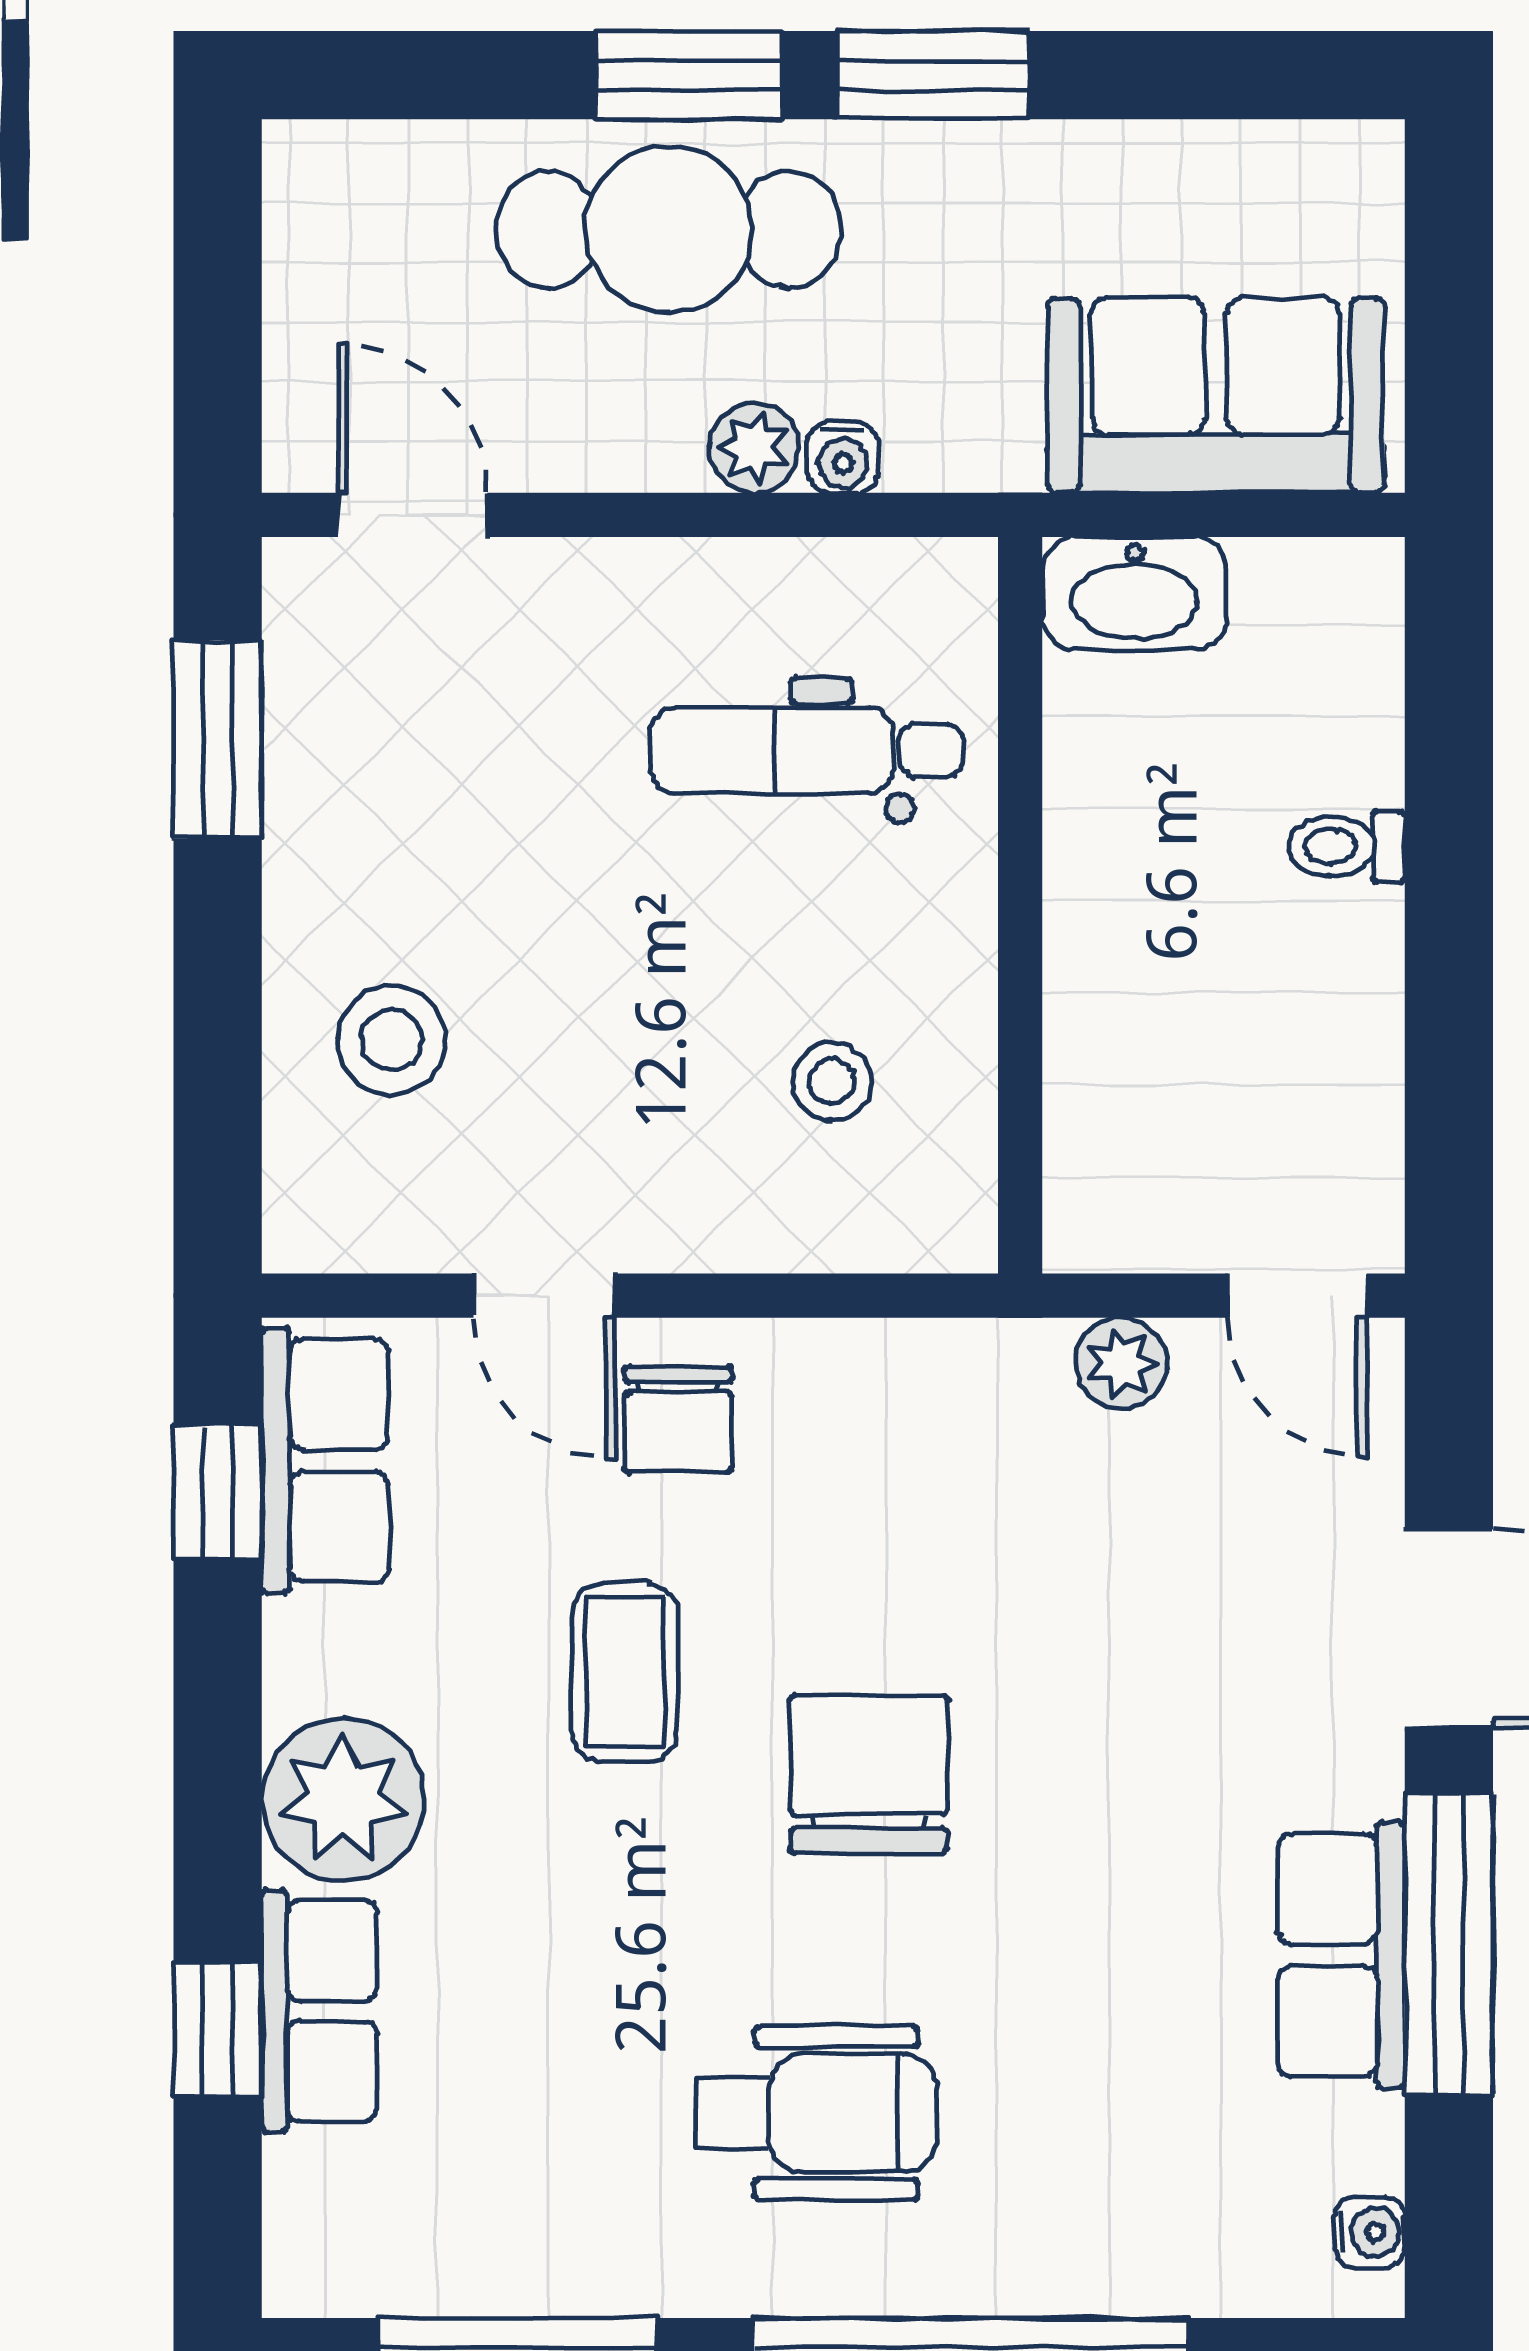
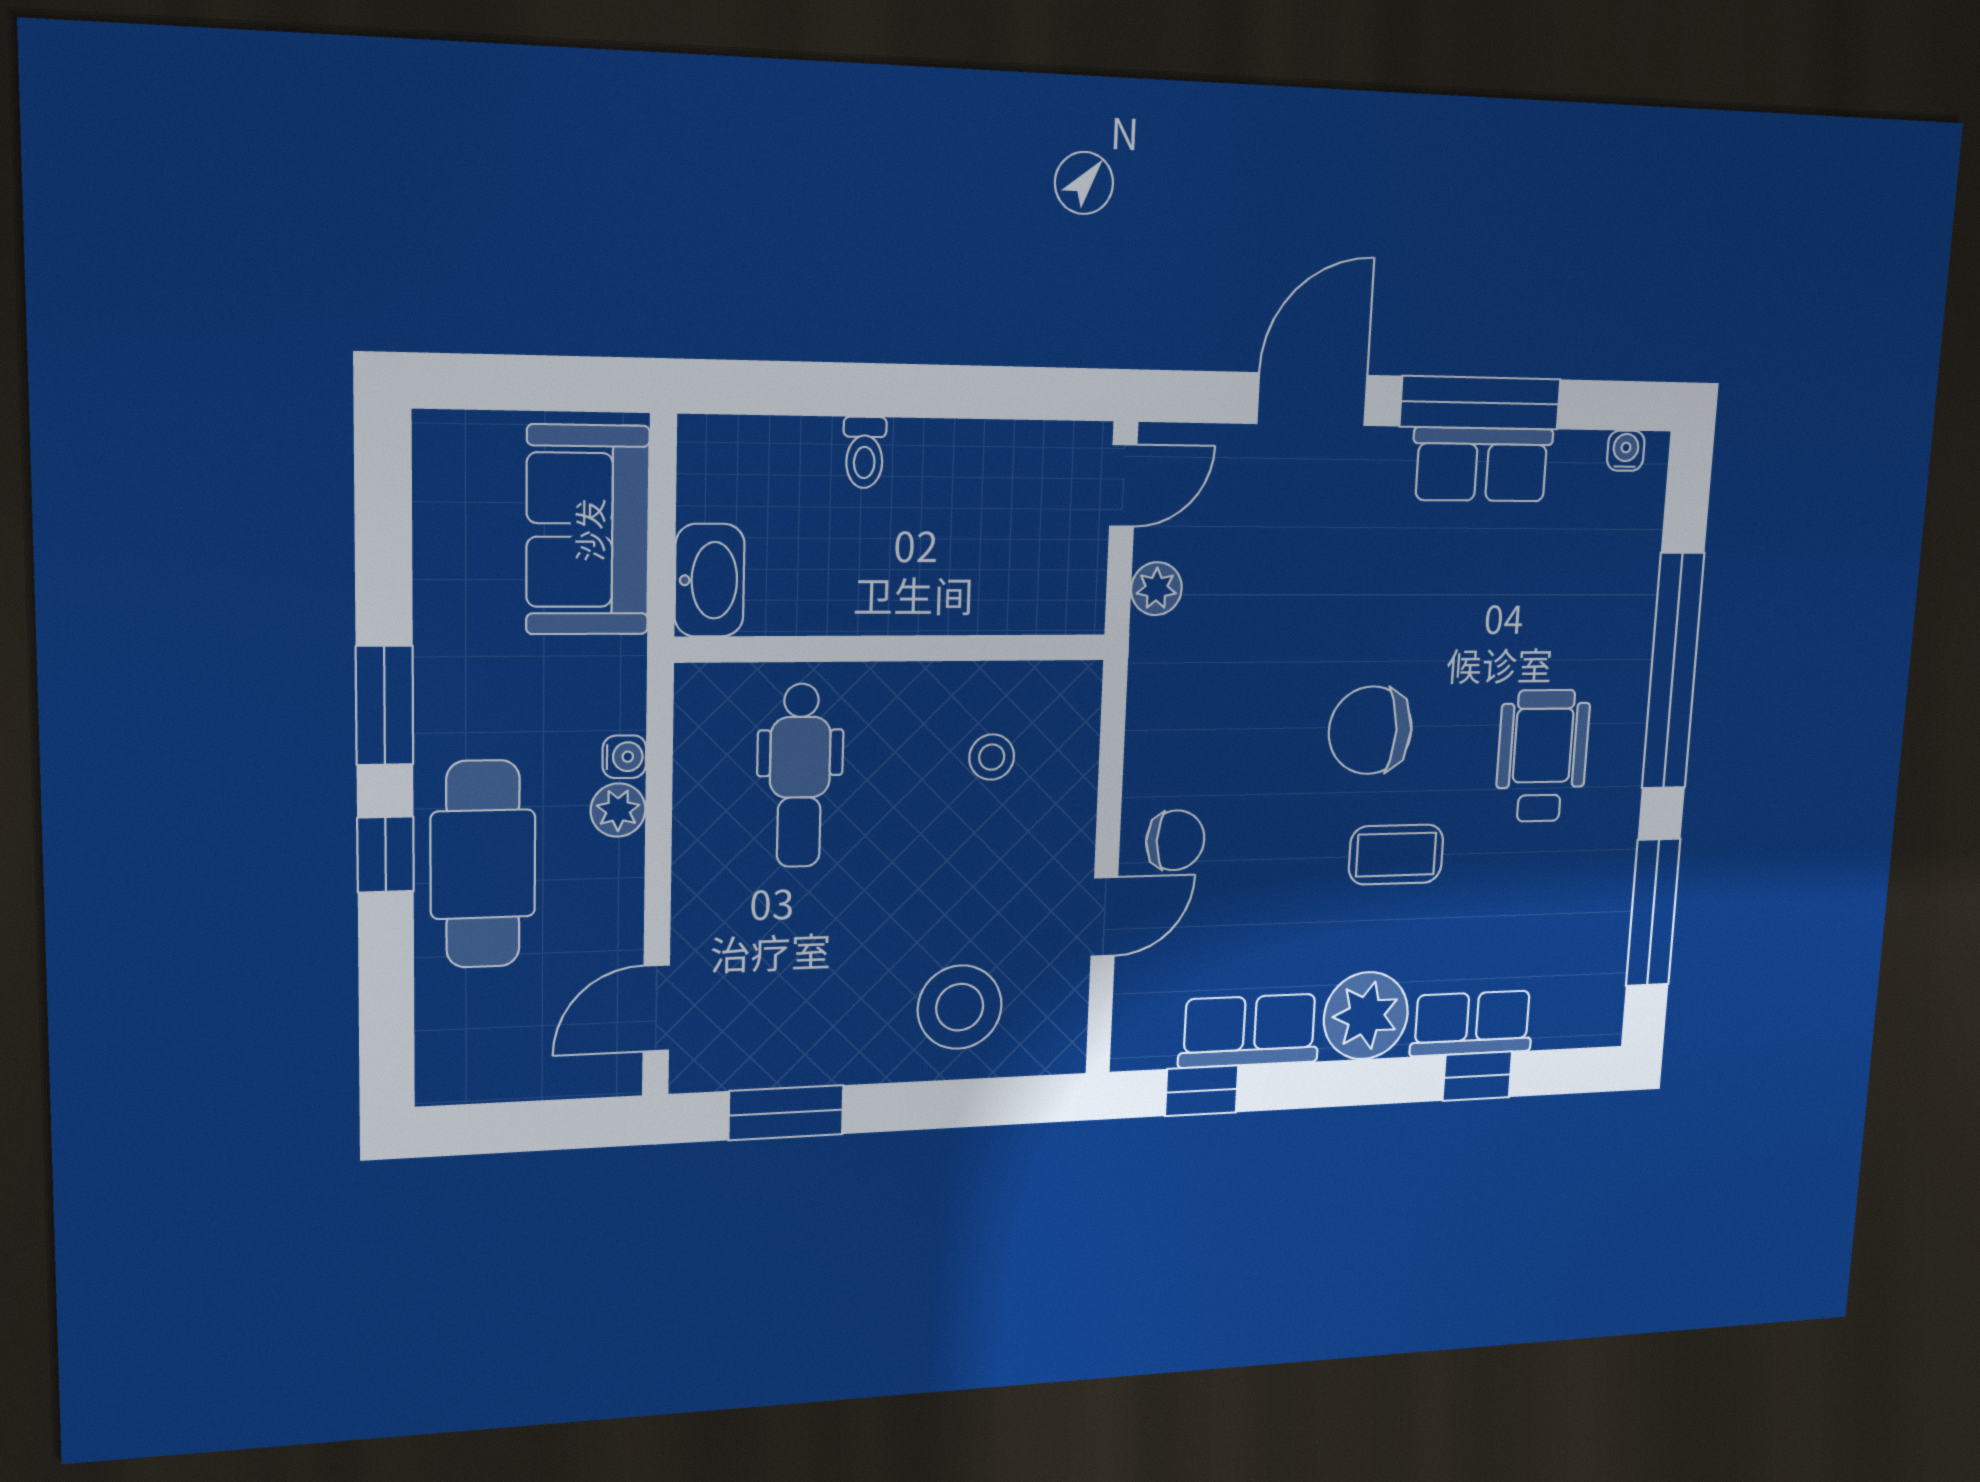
window: (689, 75) -> (386, 855), width x0.67
stool: (392, 1040) -> (960, 1007), width x1.38, depth x1.38
row of seats: (325, 1461) -> (1249, 1031), moved
coffee table: (625, 1672) -> (1396, 854), moved

